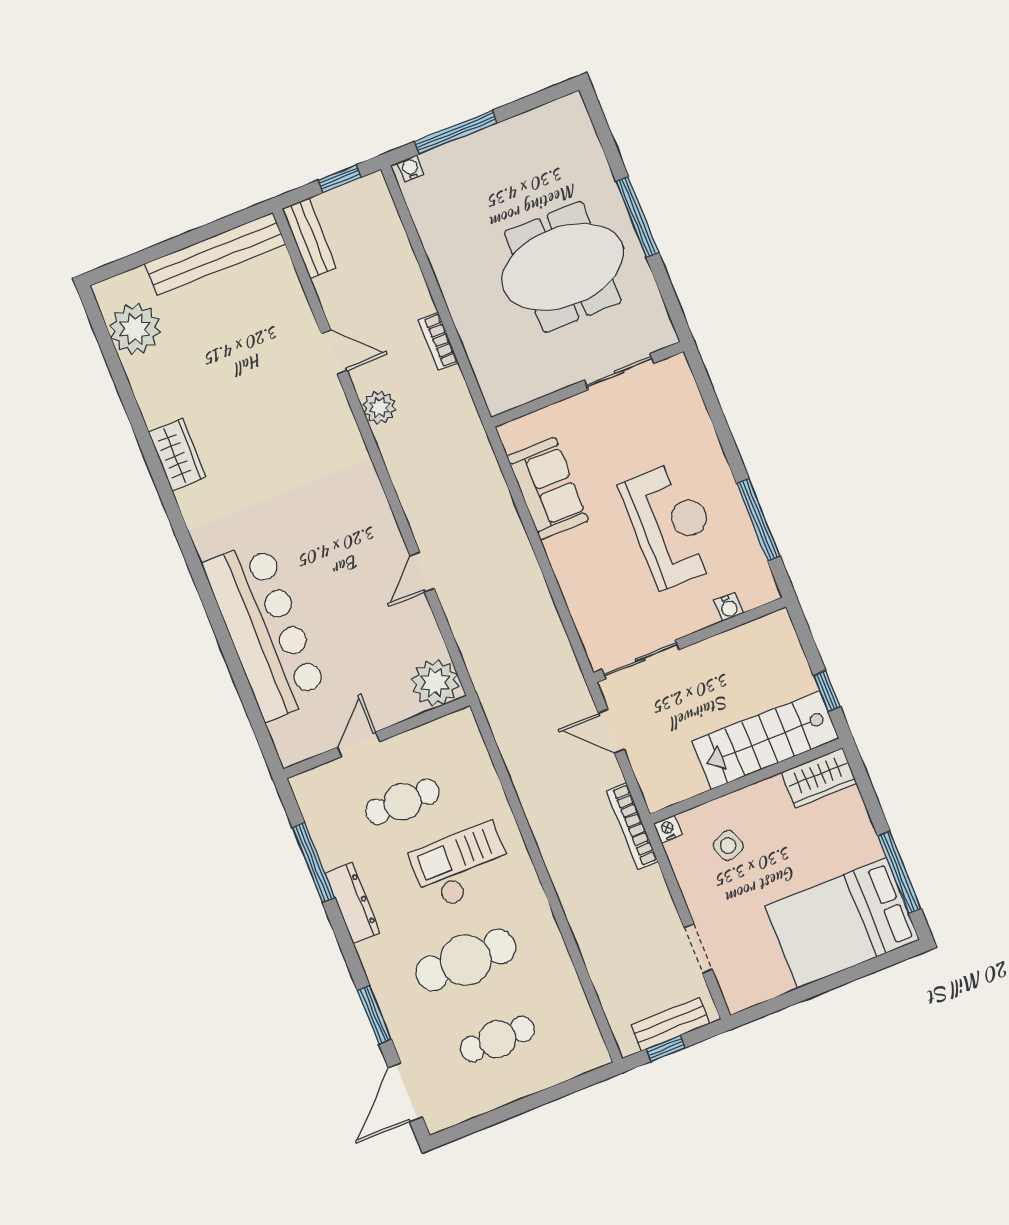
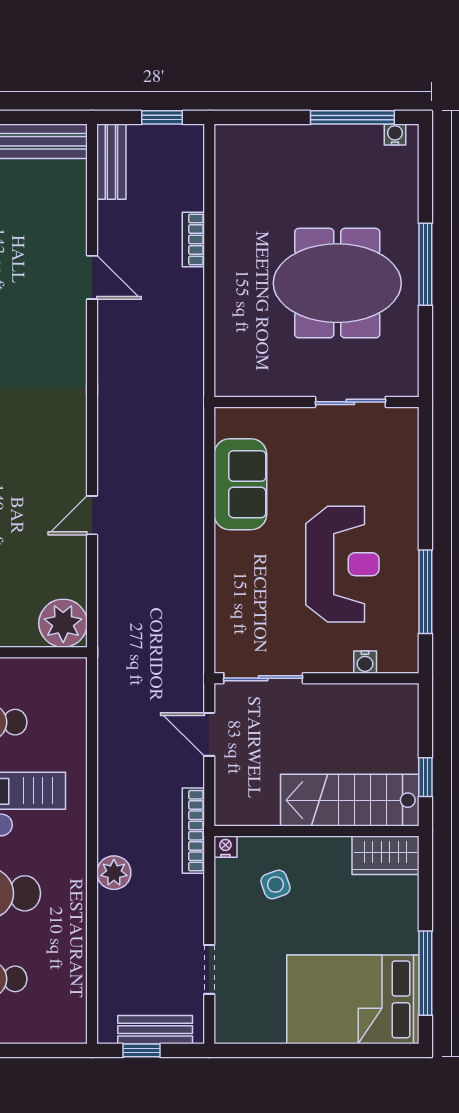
window: (455, 132) -> (352, 117), moved
water cooler: (411, 168) -> (395, 135), moved
bookcase: (438, 341) -> (193, 239), moved
plant: (379, 407) -> (114, 873), moved

